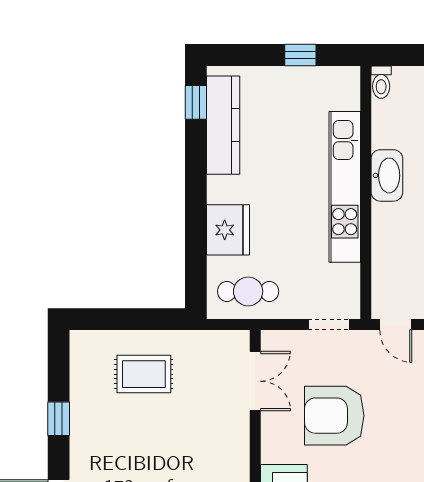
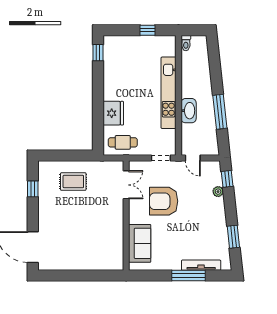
kitchen counter: (223, 125) -> (111, 63), removed
washbasin: (387, 175) -> (189, 111), moved
window: (59, 419) -> (33, 189), moved

